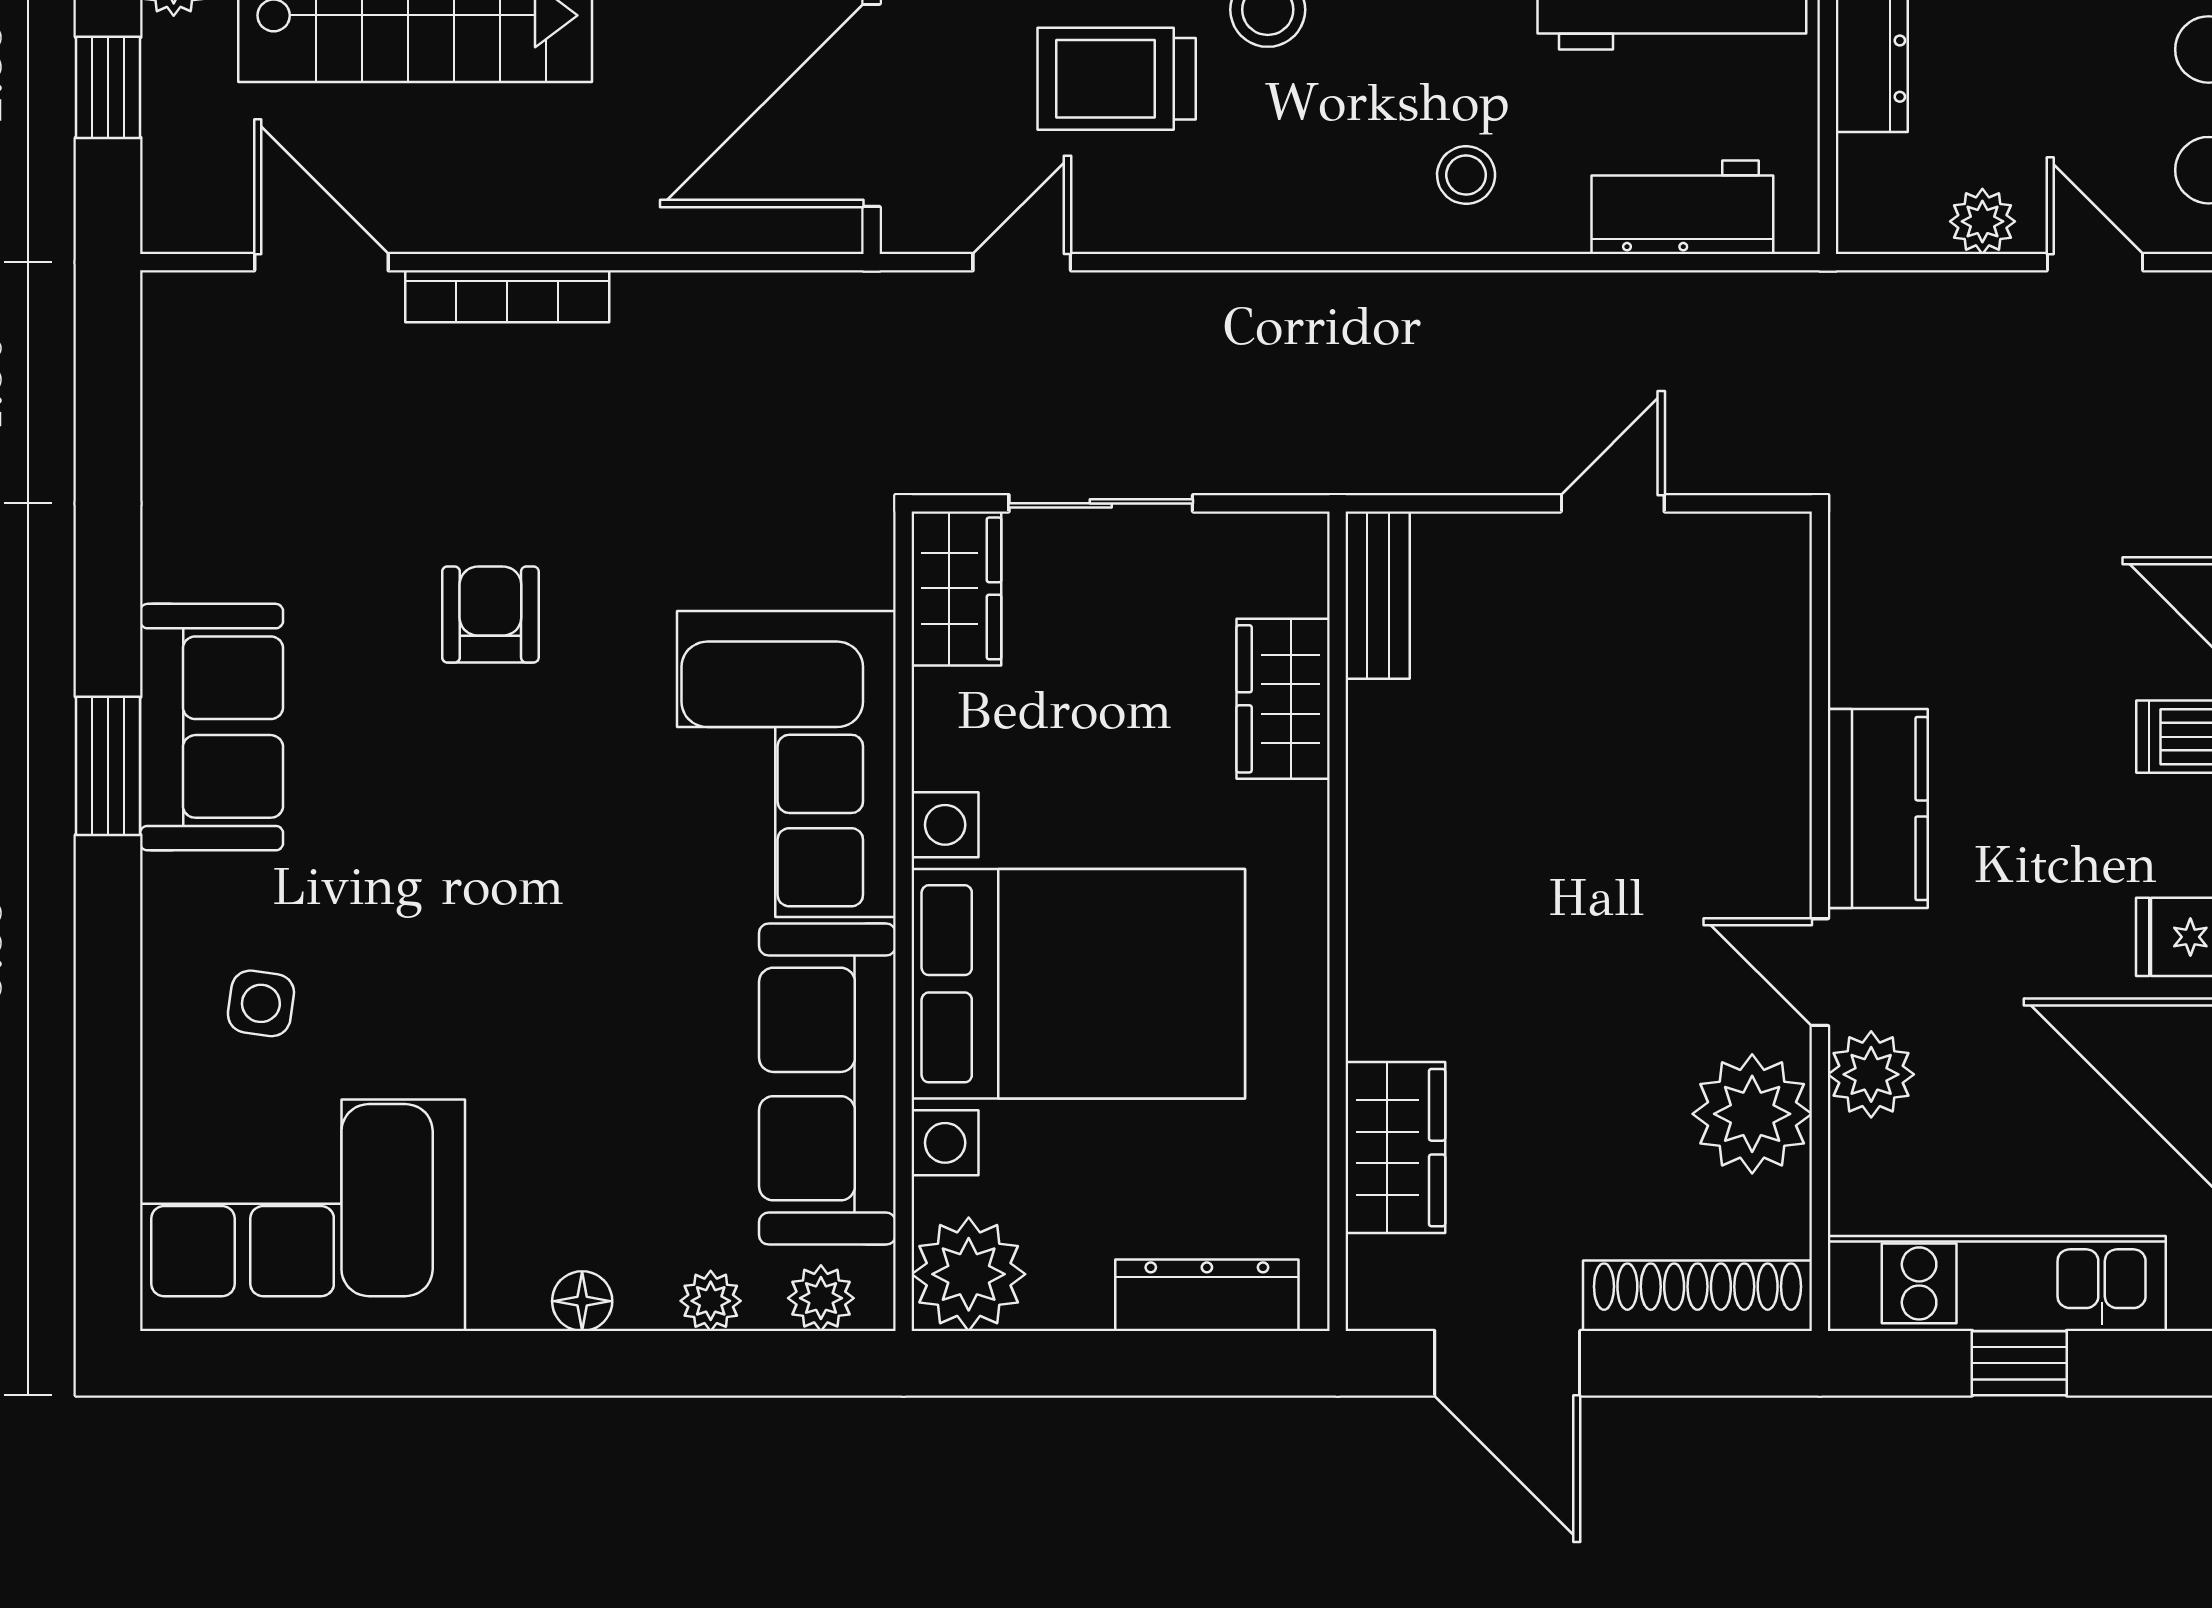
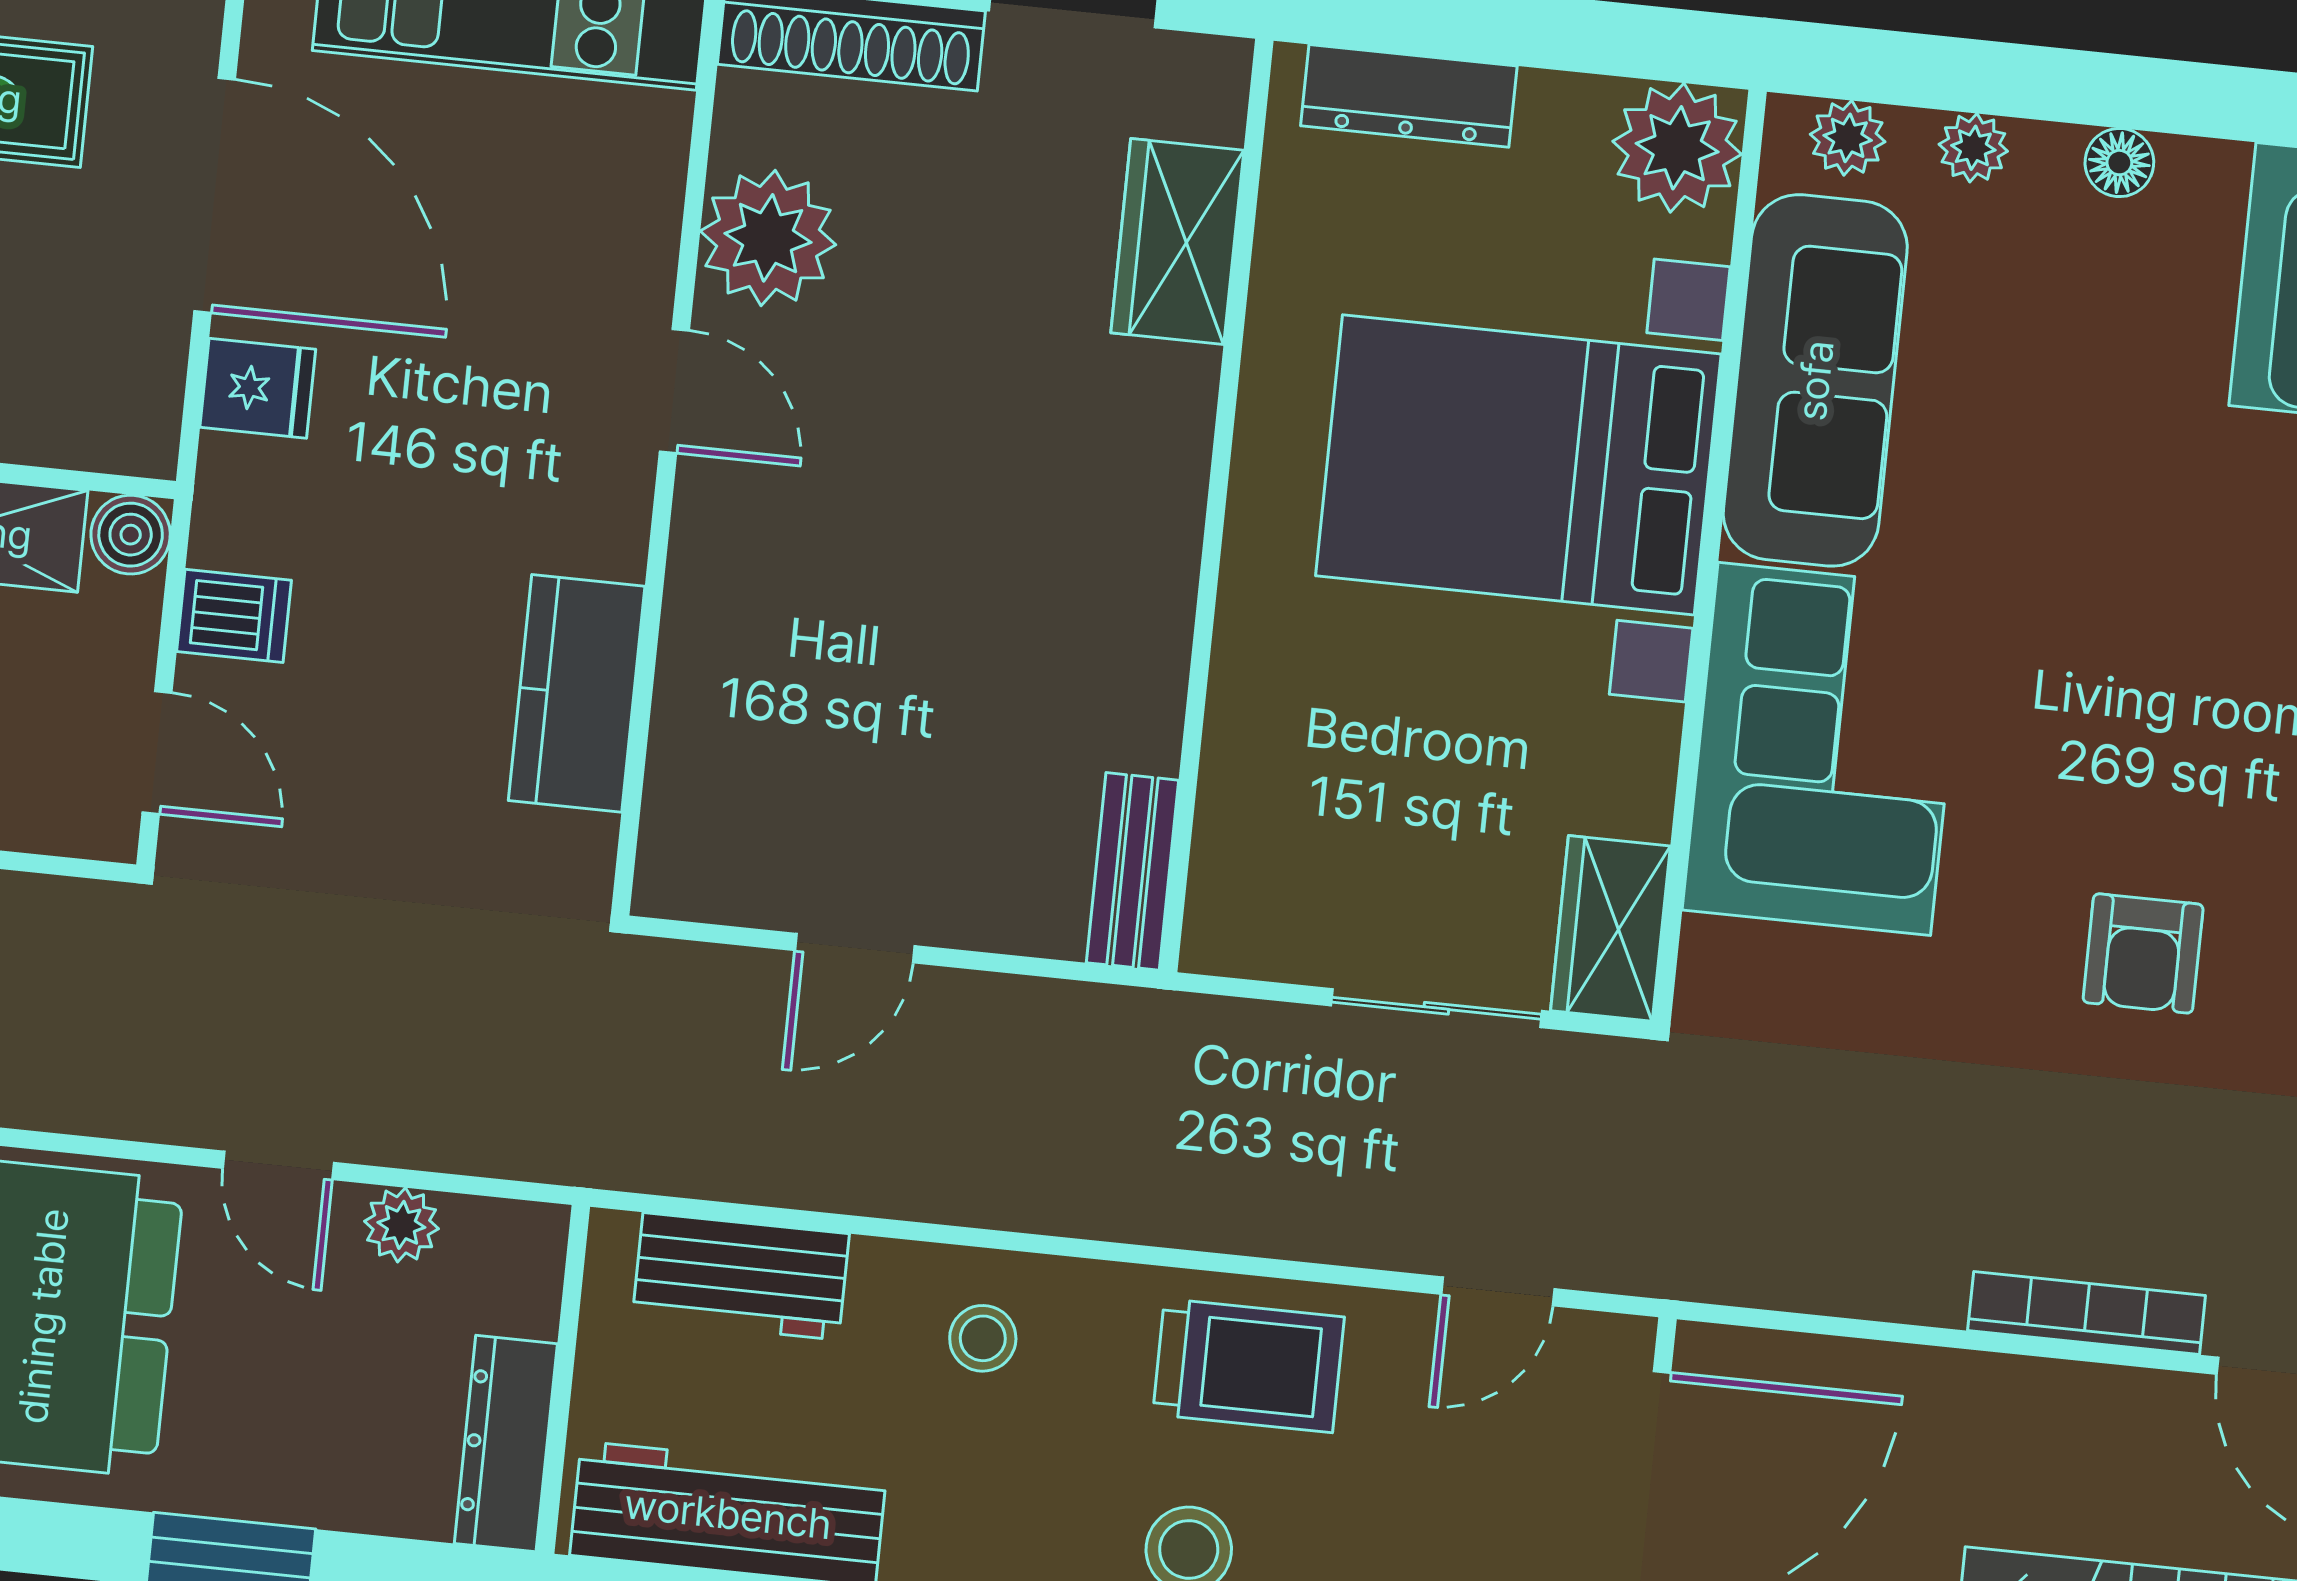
trolley: (1117, 79) -> (1249, 1366), moved
wardrobe: (1283, 699) -> (1252, 765), removed
kitchen counter: (1878, 808) -> (577, 693), moved
plant: (1871, 1074) -> (628, 269), removed

